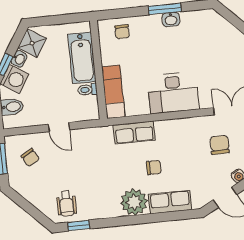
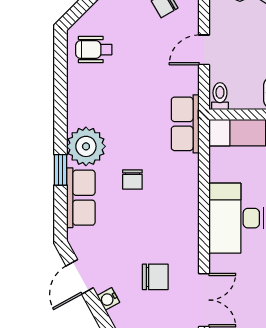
toilet: (88, 90) -> (220, 96), moved
row of seats: (134, 133) -> (185, 124), moved
window: (79, 226) -> (60, 170), moved

